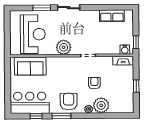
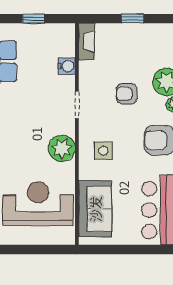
window: (136, 42) -> (33, 19), moved
water cooler: (125, 50) -> (67, 66), moved
side table: (63, 70) -> (103, 151), added

